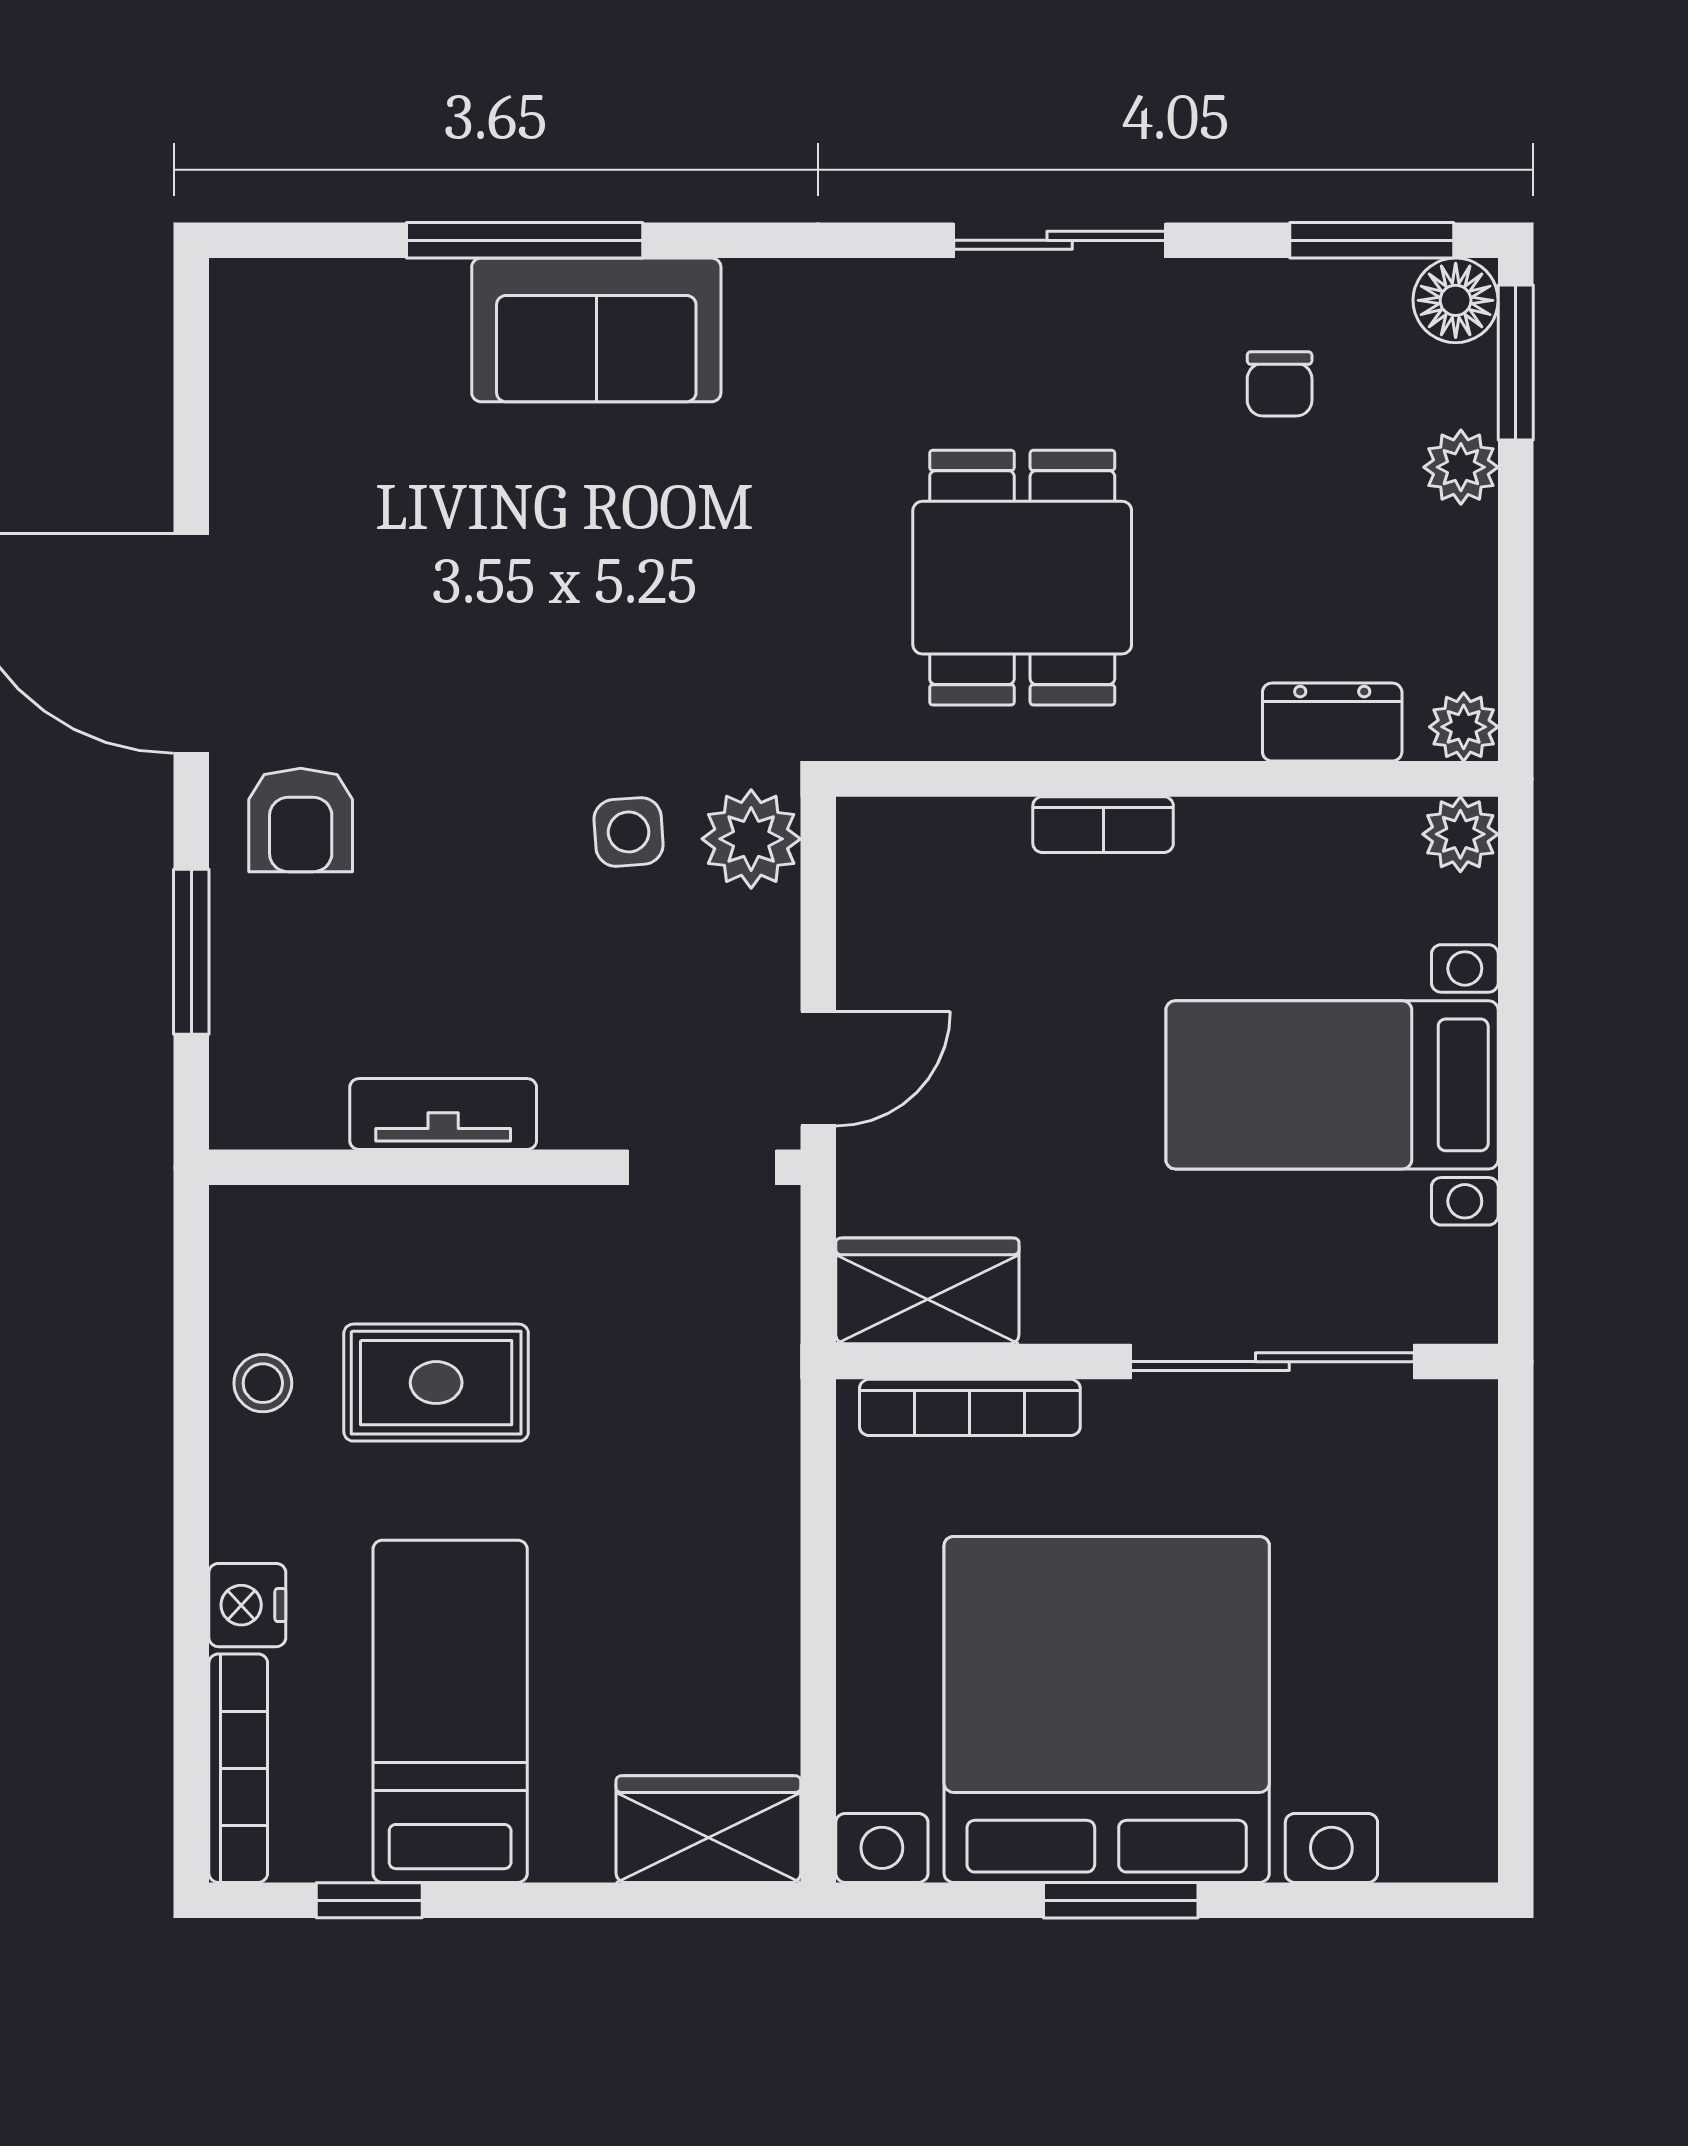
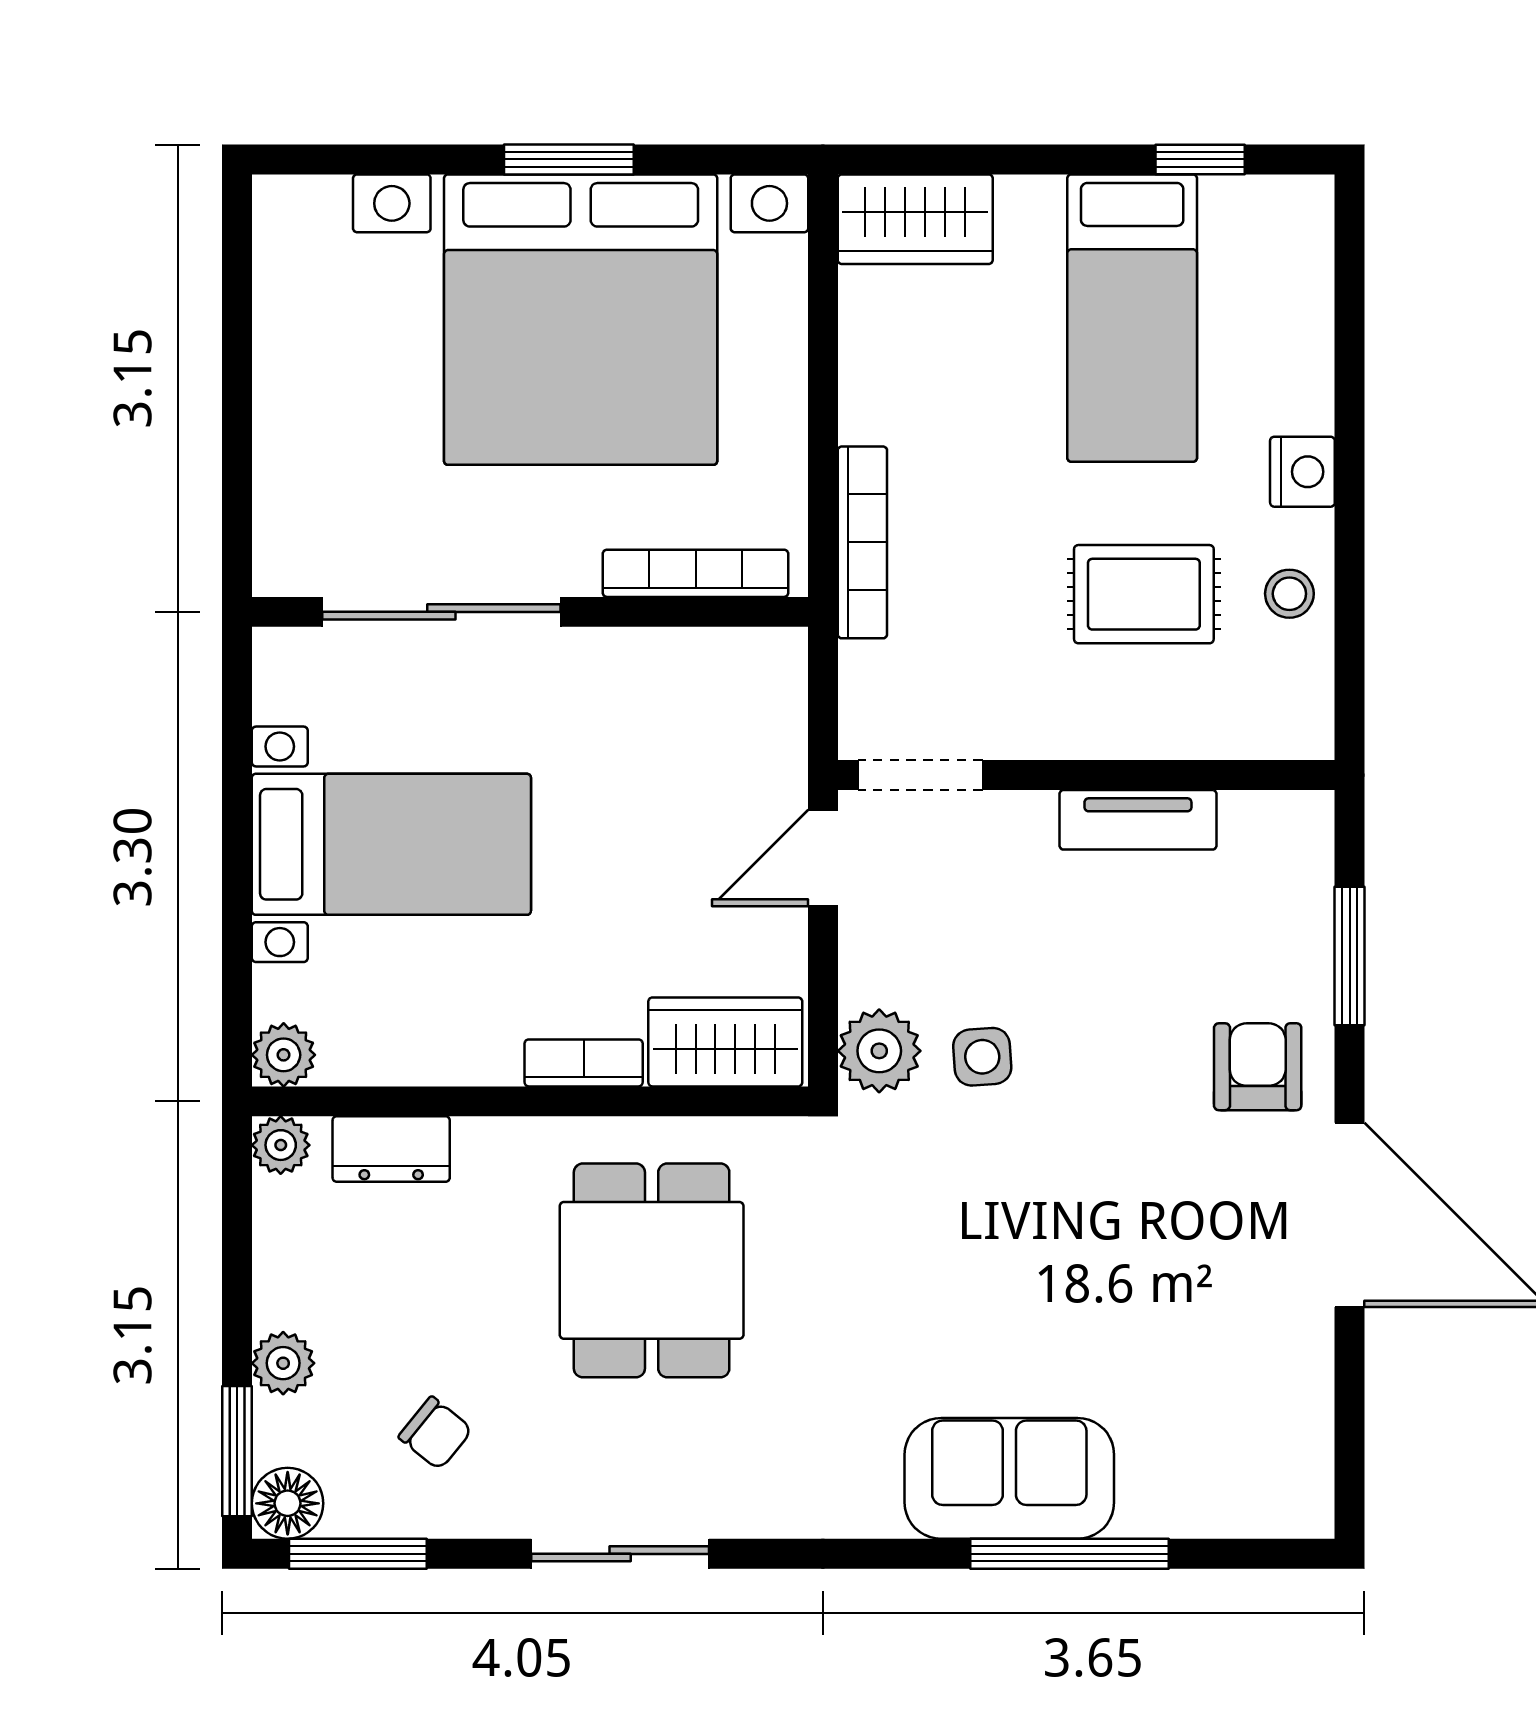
chair: (1280, 384) -> (435, 1433), turned 129
wardrobe: (927, 1291) -> (725, 1042), moved, turned 180
nightstand: (247, 1605) -> (1302, 472), moved
bookcase: (238, 1768) -> (862, 542), moved, turned 180

